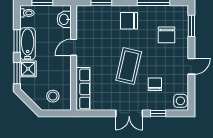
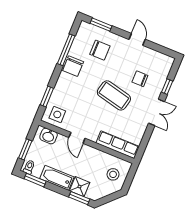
chair: (129, 21) -> (73, 66), moved
window: (17, 41) -> (35, 180), moved
side table: (180, 101) -> (57, 114), moved

